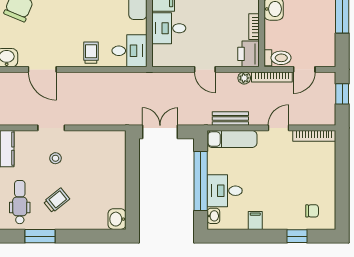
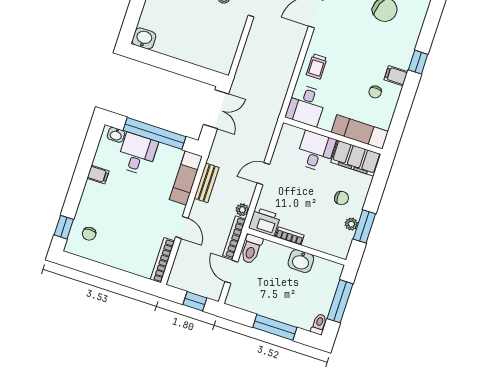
trolley: (91, 53) -> (317, 66), turned 90
window: (297, 236) -> (64, 227), moved

